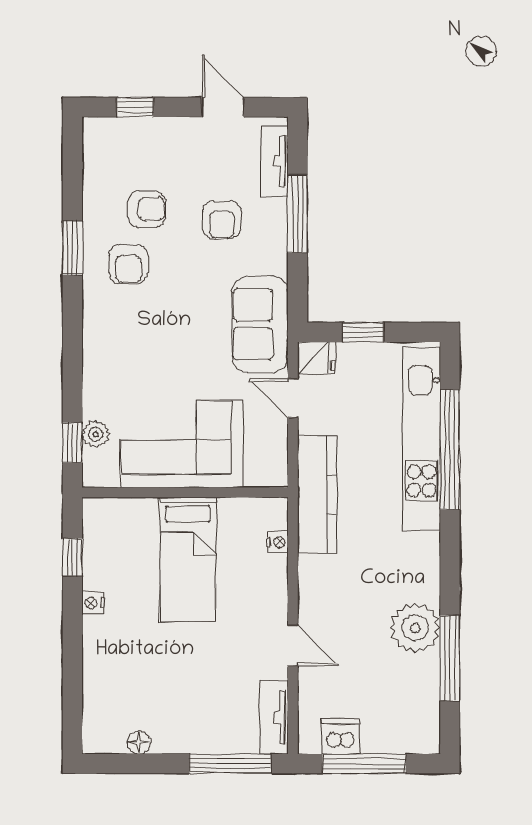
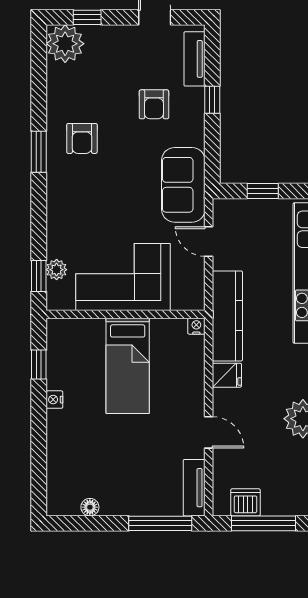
plant: (107, 141) -> (65, 44), added
armchair: (147, 209) -> (96, 96), removed
window: (298, 214) -> (212, 100), width x0.46
window: (72, 248) -> (39, 152), moved
fridge: (316, 358) -> (227, 375), moved
nightstand: (278, 542) -> (196, 326), moved, turned -90

